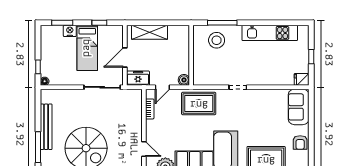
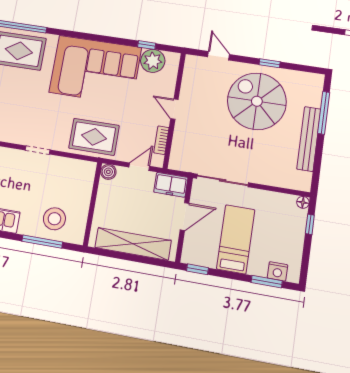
window: (99, 23) -> (197, 269), moved
nightstand: (70, 31) -> (277, 271), moved
shelving: (150, 32) -> (133, 244), width x1.47
door: (144, 149) -> (174, 109), moved

